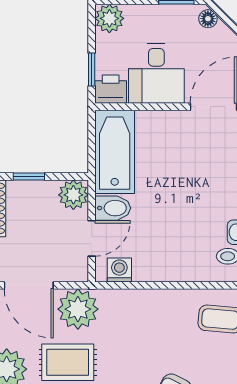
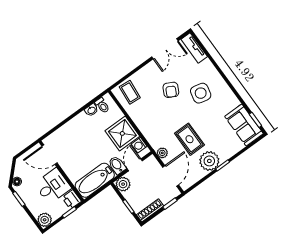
door: (92, 238) -> (135, 165), hinge flipped
shower: (160, 256) -> (122, 133), added
plant: (78, 309) -> (162, 153), width x0.53, depth x0.53

